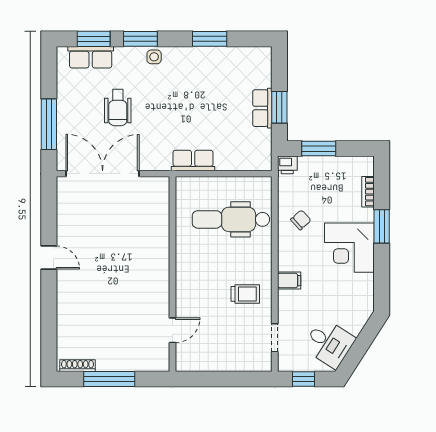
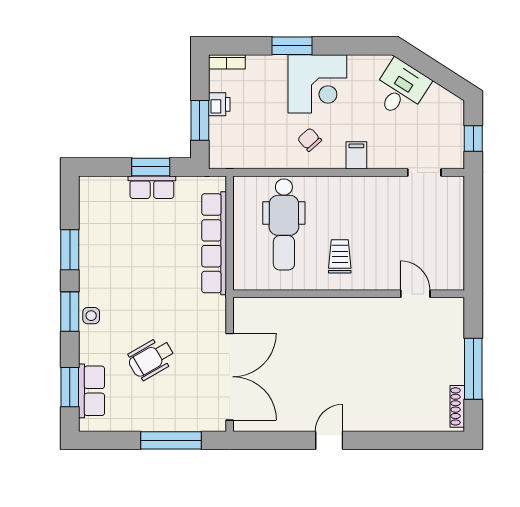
window: (140, 39) -> (70, 312), moved
wheelchair: (118, 108) -> (151, 359), turned 150
row of seats: (193, 161) -> (214, 243), width x2.02
printer: (287, 165) -> (219, 104), moved
double door: (103, 174) -> (230, 377), swing flipped
bookcase: (368, 192) -> (227, 62), moved
chair: (301, 220) -> (309, 140), moved
trolley: (245, 294) -> (340, 256), moved
desk: (329, 343) -> (401, 89), moved

